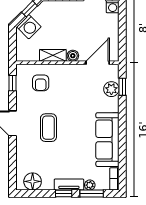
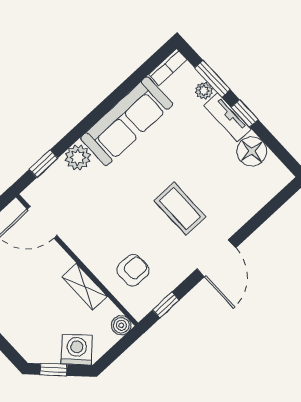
boiler: (73, 56) -> (121, 325), moved
plant: (111, 89) -> (78, 157), moved
coffee table: (48, 128) -> (180, 209), turned 90
floor lamp: (33, 181) -> (252, 151), moved

